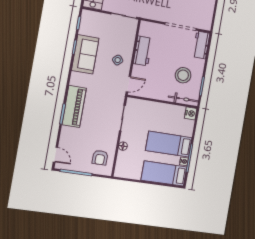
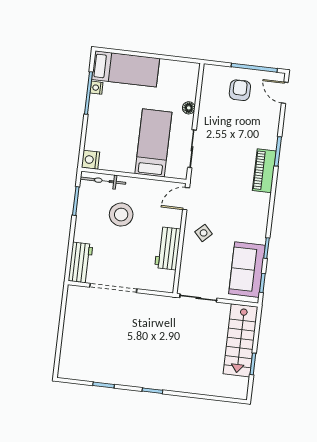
sofa: (85, 54) -> (247, 270), moved
stool: (183, 75) -> (121, 215), moved
piano: (74, 106) -> (264, 171), width x0.73, depth x0.75
bed: (169, 144) -> (153, 143), moved, turned -90
armchair: (100, 158) -> (240, 90), moved

